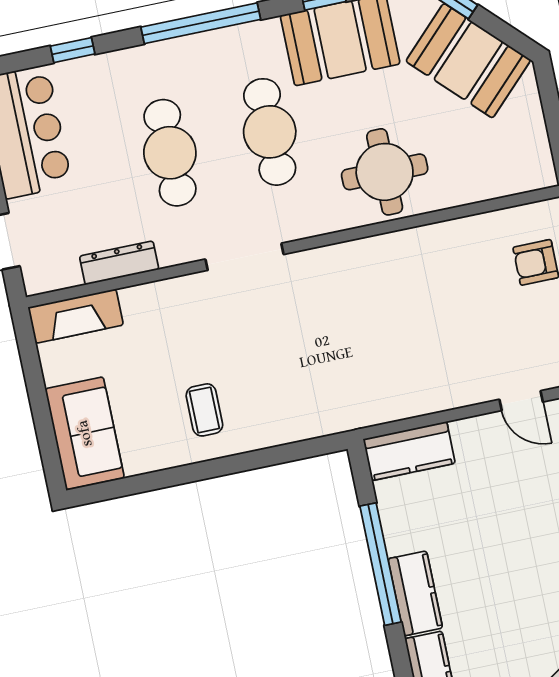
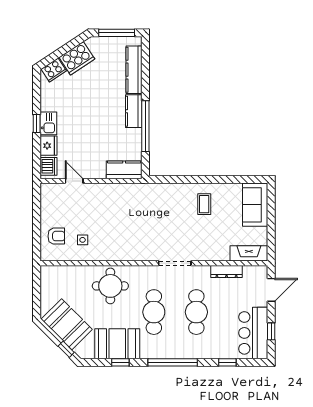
side table: (472, 266) -> (83, 240), added

